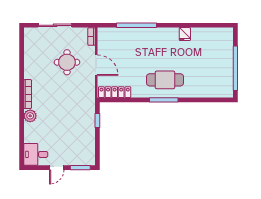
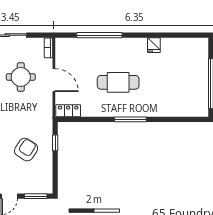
cafe table: (165, 80) -> (118, 82), moved
locker: (115, 92) -> (68, 111), width x0.66
armchair: (72, 126) -> (26, 150), added

